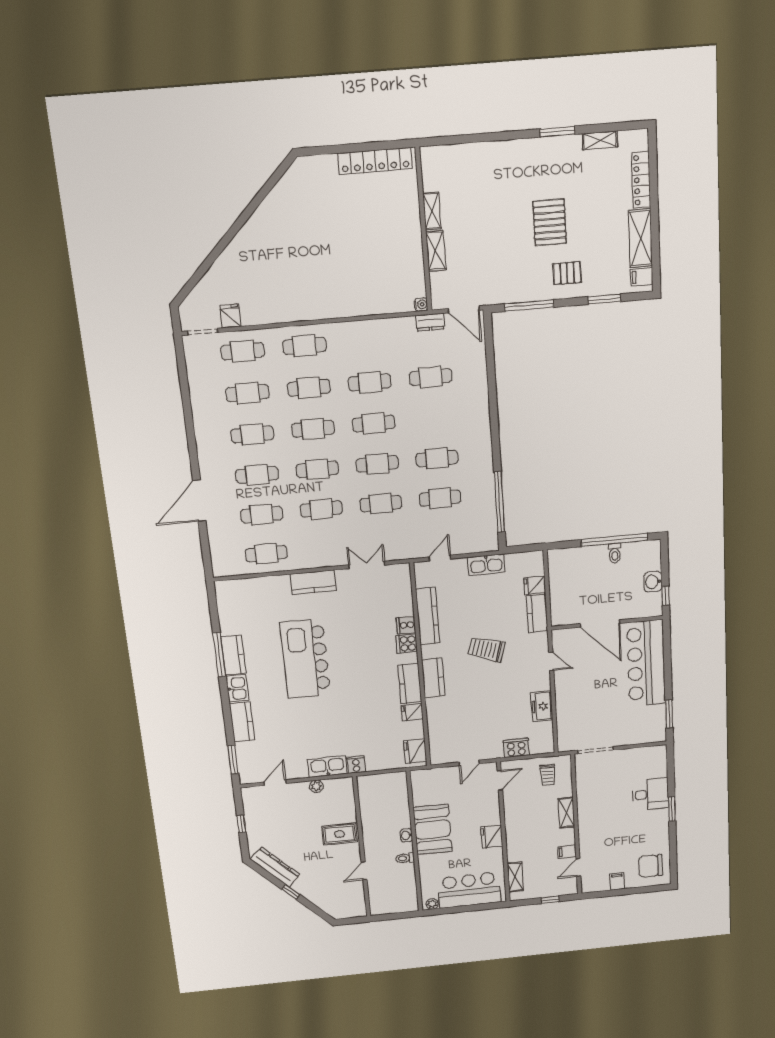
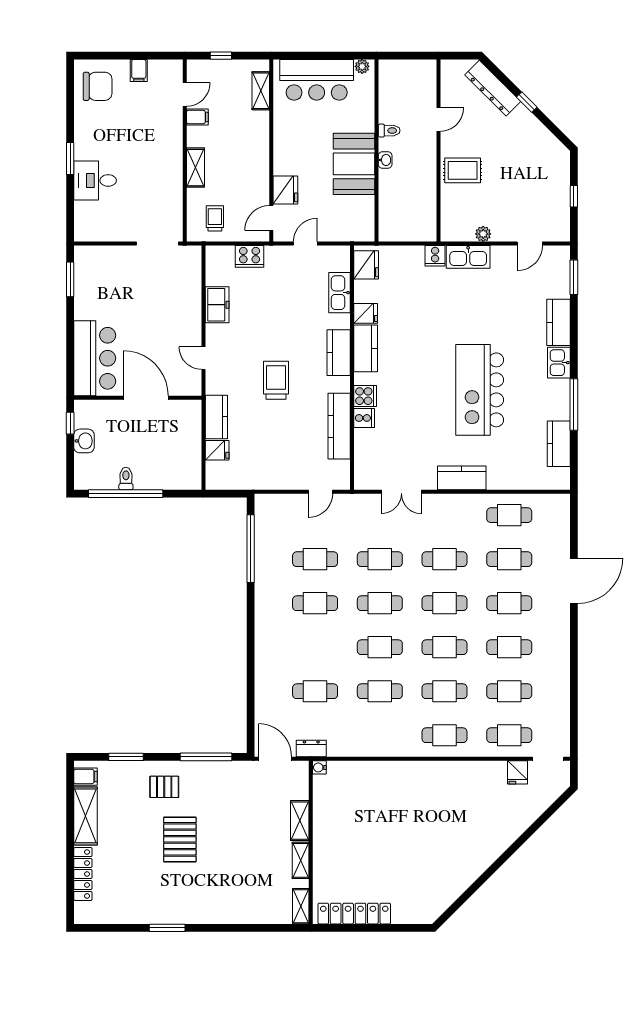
shelving: (600, 140) -> (301, 906), moved, turned 90
kitchen sink: (486, 565) -> (339, 293), moved, turned -90
trolley: (486, 649) -> (276, 380), turned -107
kitchen counter: (233, 655) -> (559, 444), moved
kitchen island: (305, 659) -> (480, 390), turned 180
bar counter: (646, 663) -> (95, 358), width x0.73
fridge: (492, 837) -> (285, 190), moved
dresser: (275, 867) -> (493, 88), moved

